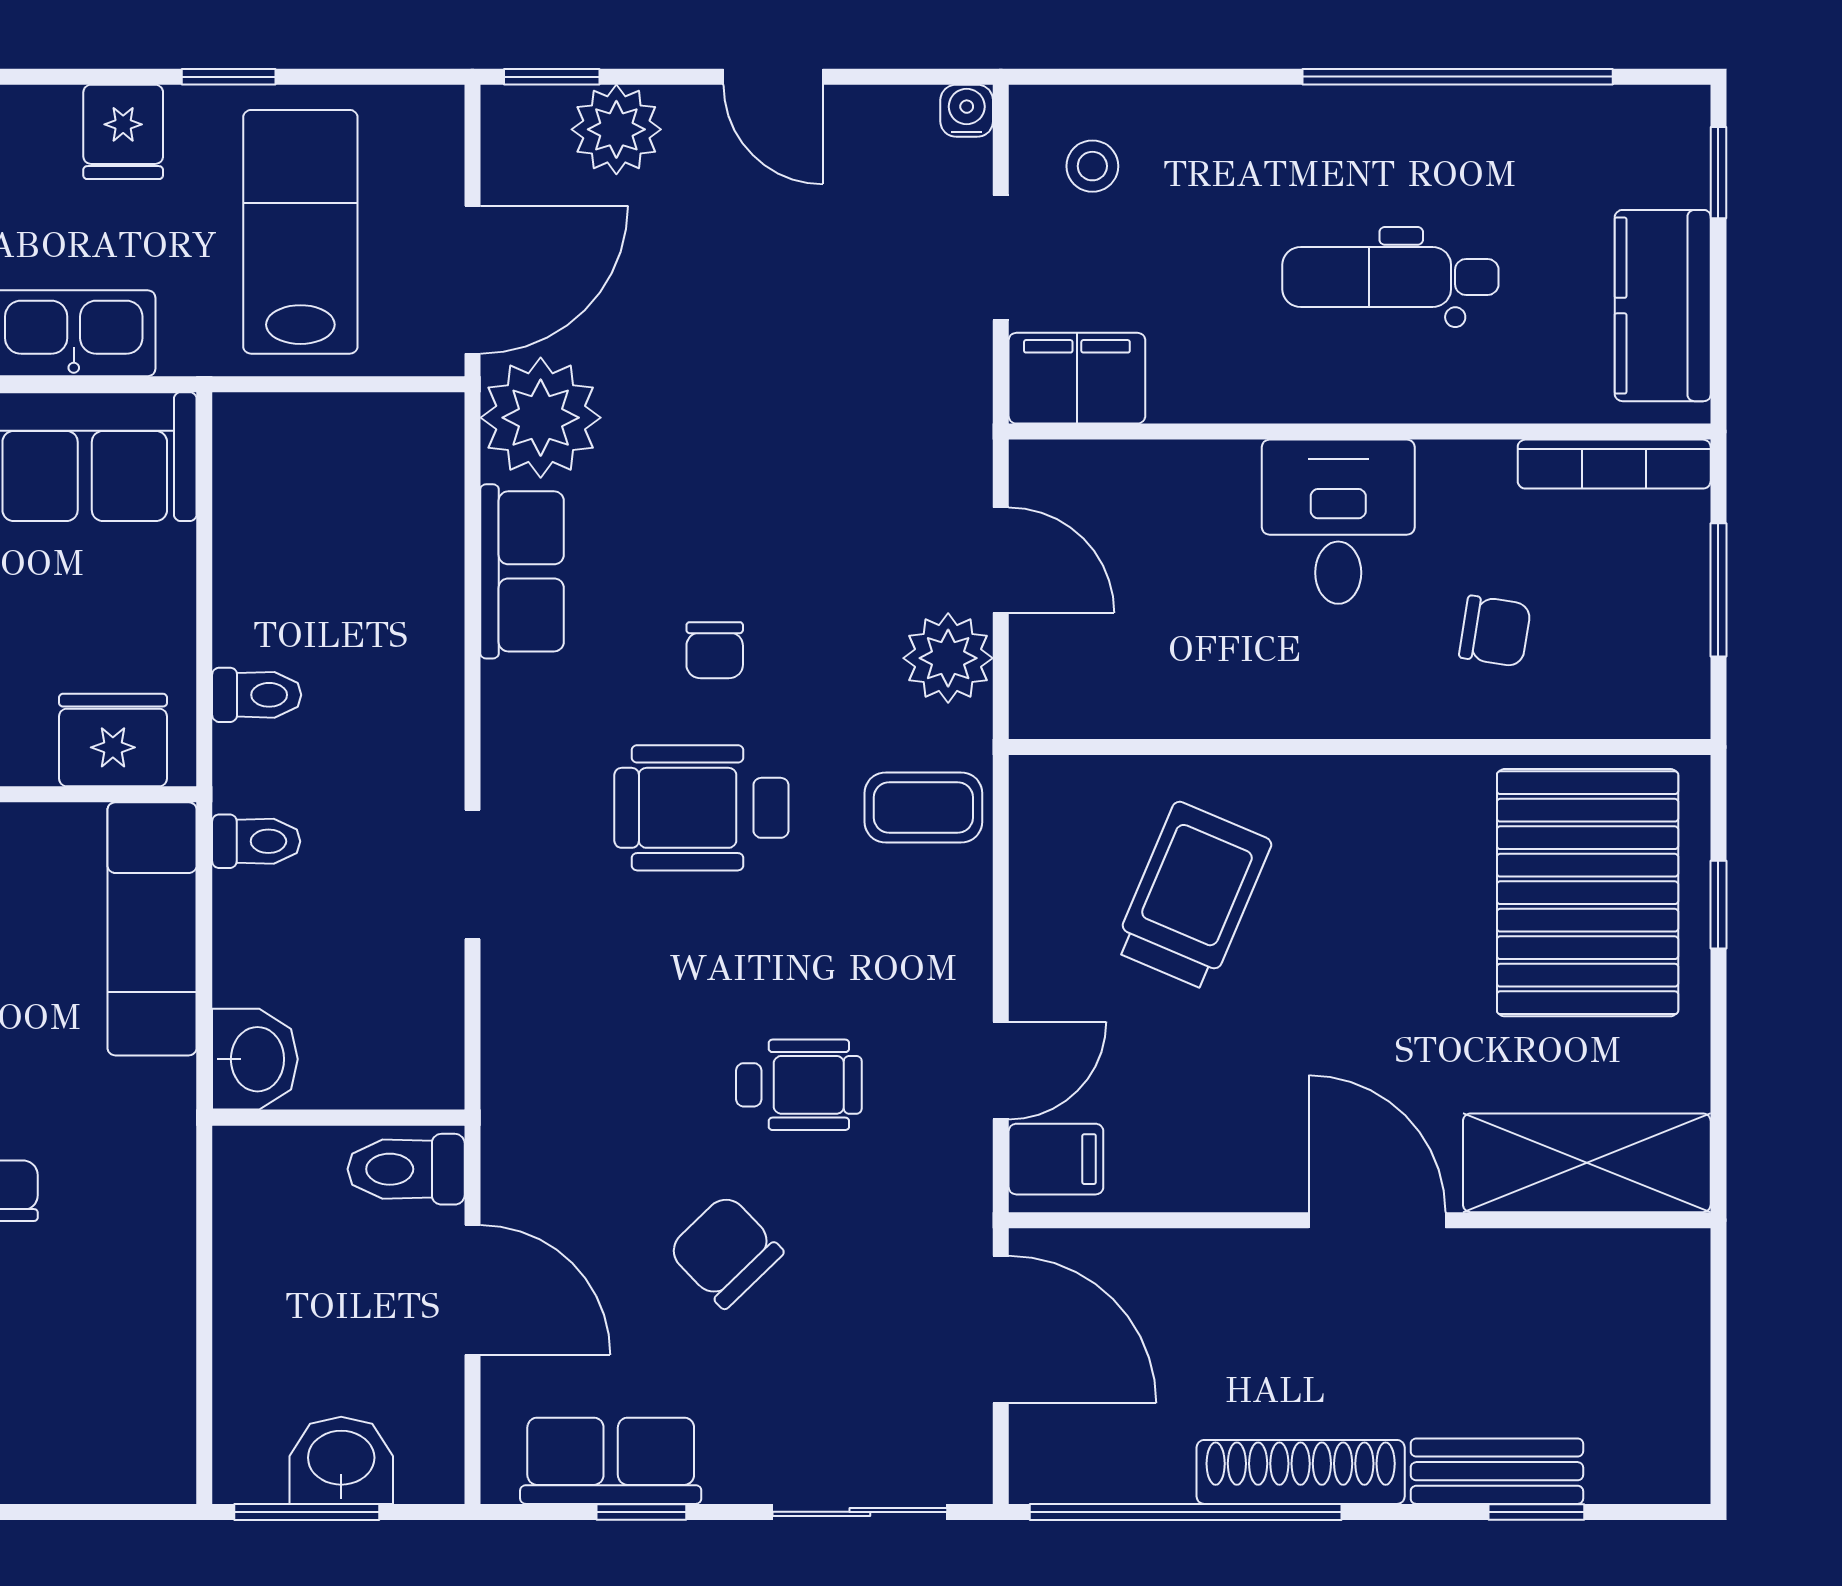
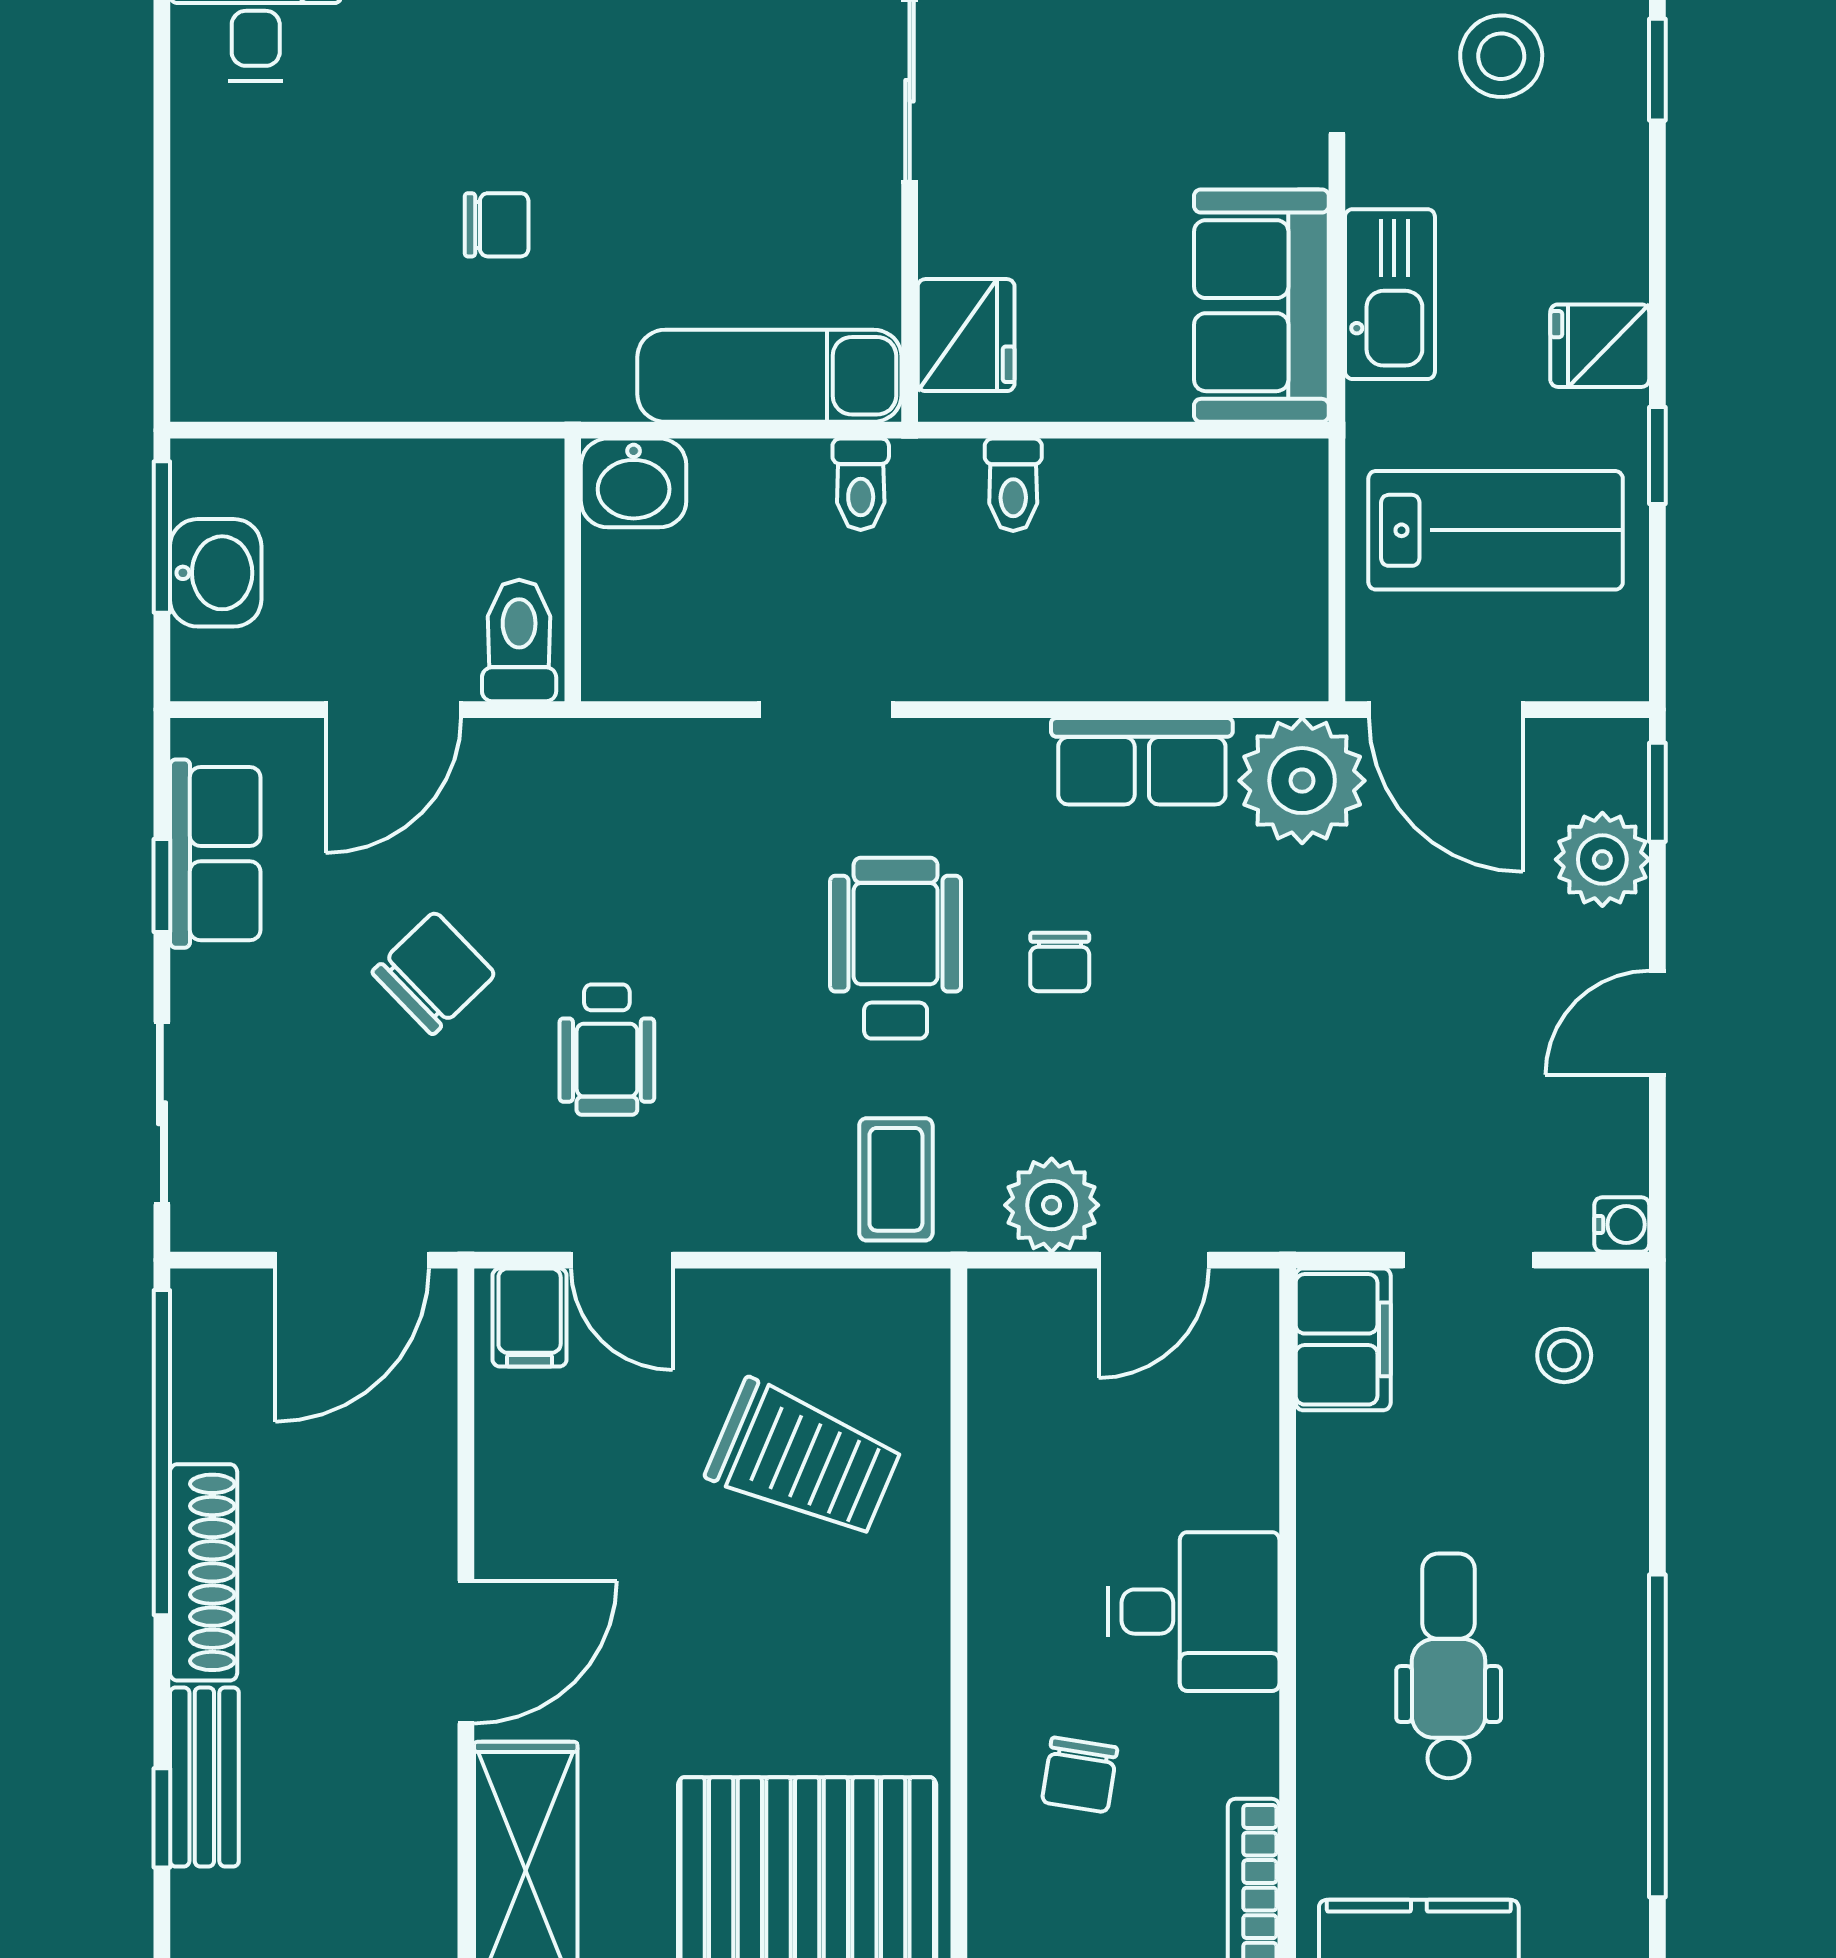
chair: (715, 650) -> (1060, 962), turned -90

